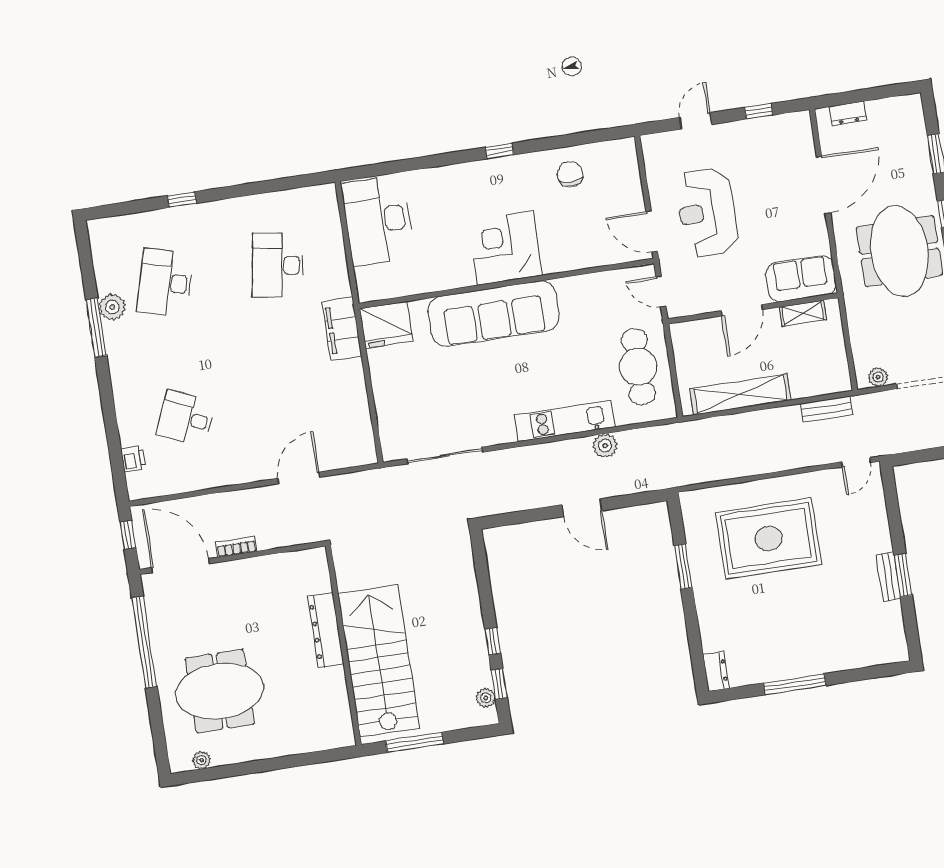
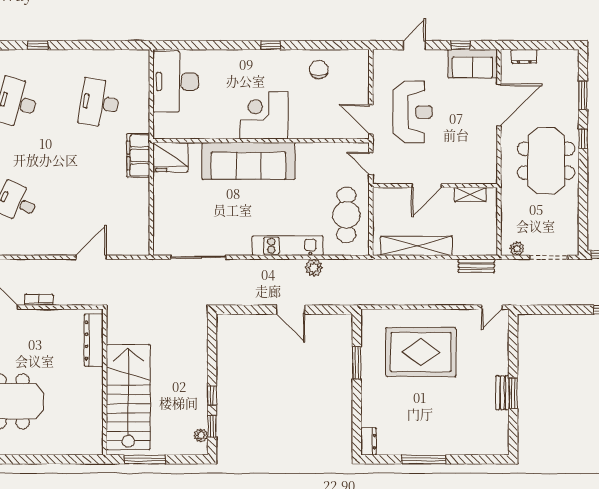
reception desk: (707, 212) -> (413, 112), turned 180
sofa: (801, 279) -> (473, 64), moved, turned 180
dresser: (326, 630) -> (94, 340), moved

